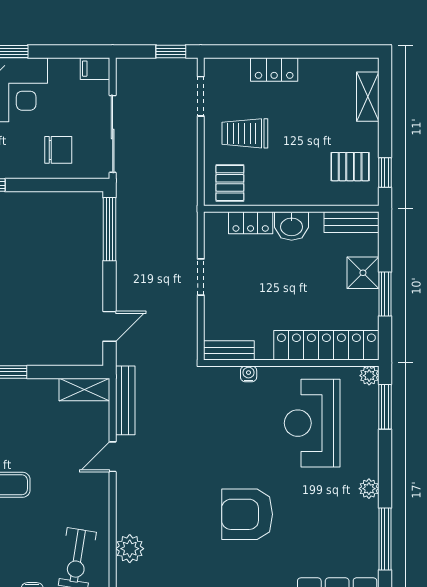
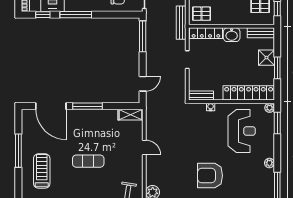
pallet: (230, 183) -> (202, 14), turned 90
locker: (251, 223) -> (206, 33), width x1.53
bench: (125, 400) -> (181, 23), moved
reception desk: (312, 423) -> (242, 131), turned 180
door: (113, 457) -> (144, 147), swing flipped

